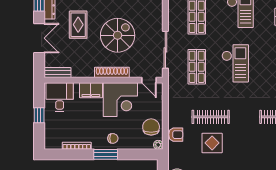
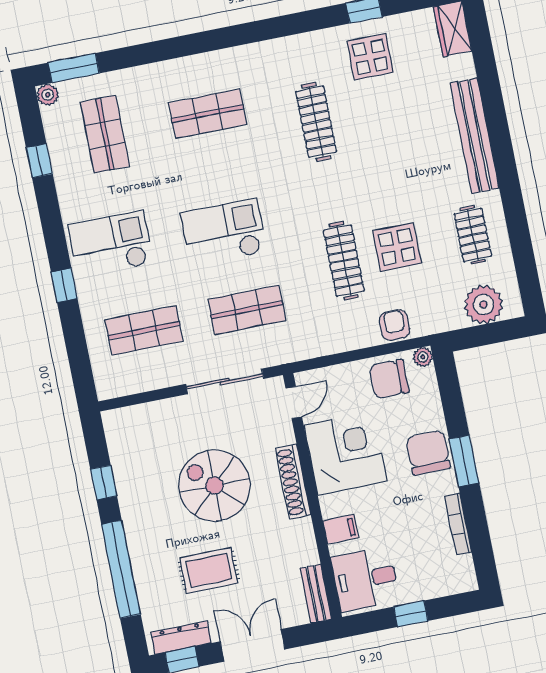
filing cabinet: (91, 90) -> (341, 529), width x0.50
chair: (113, 138) -> (428, 453), width x1.87, depth x1.87

